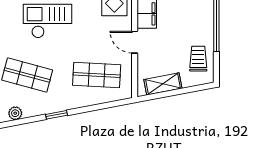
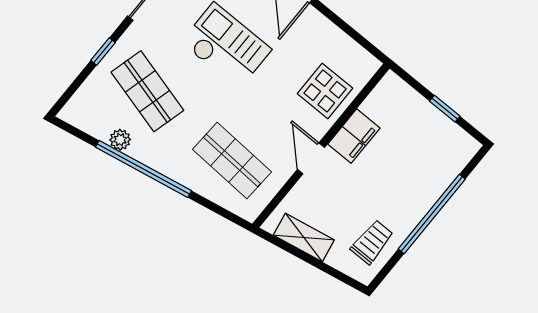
plant: (15, 113) -> (120, 140), moved
window: (56, 115) -> (143, 169), width x3.17

